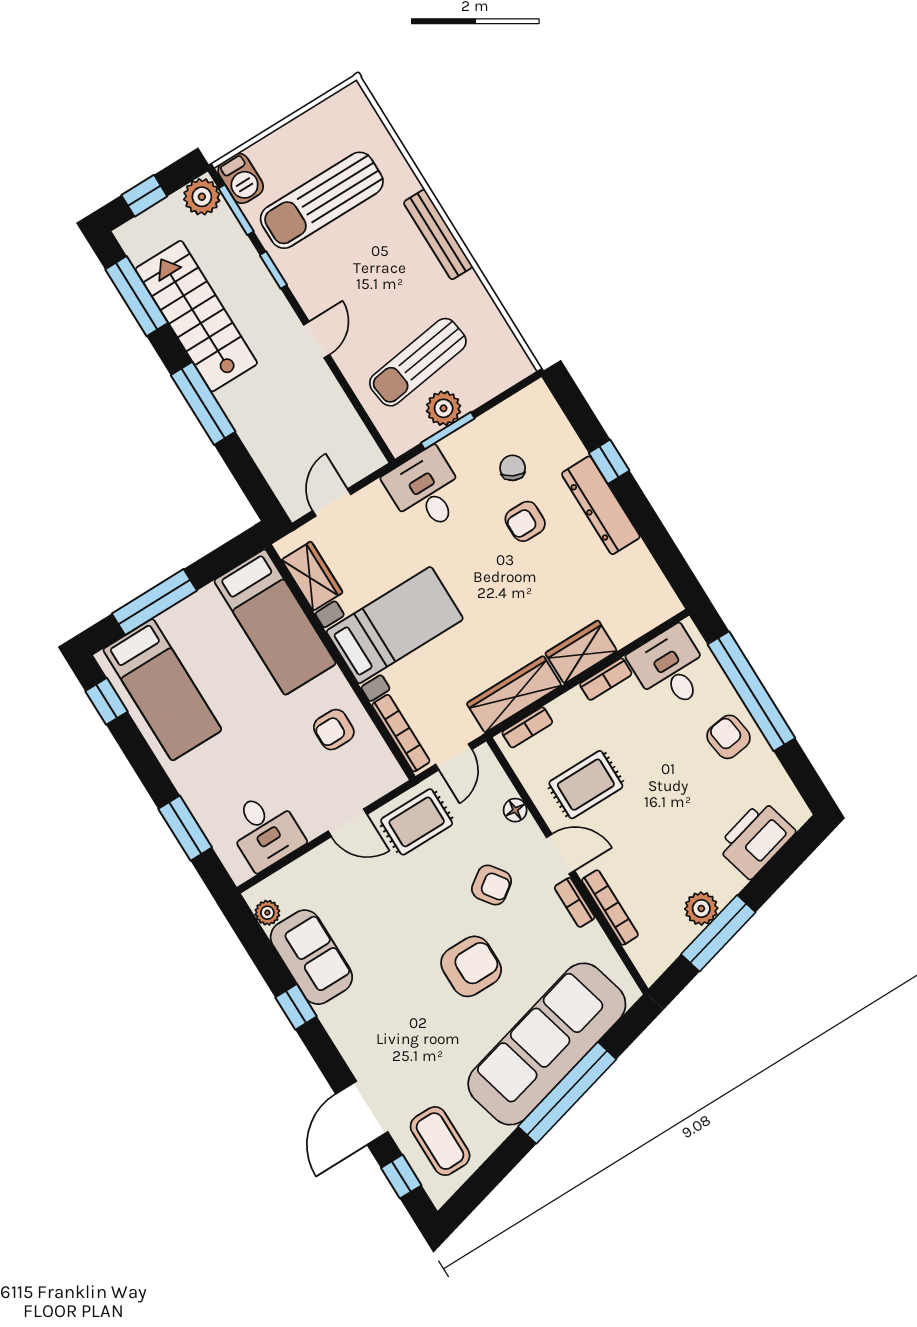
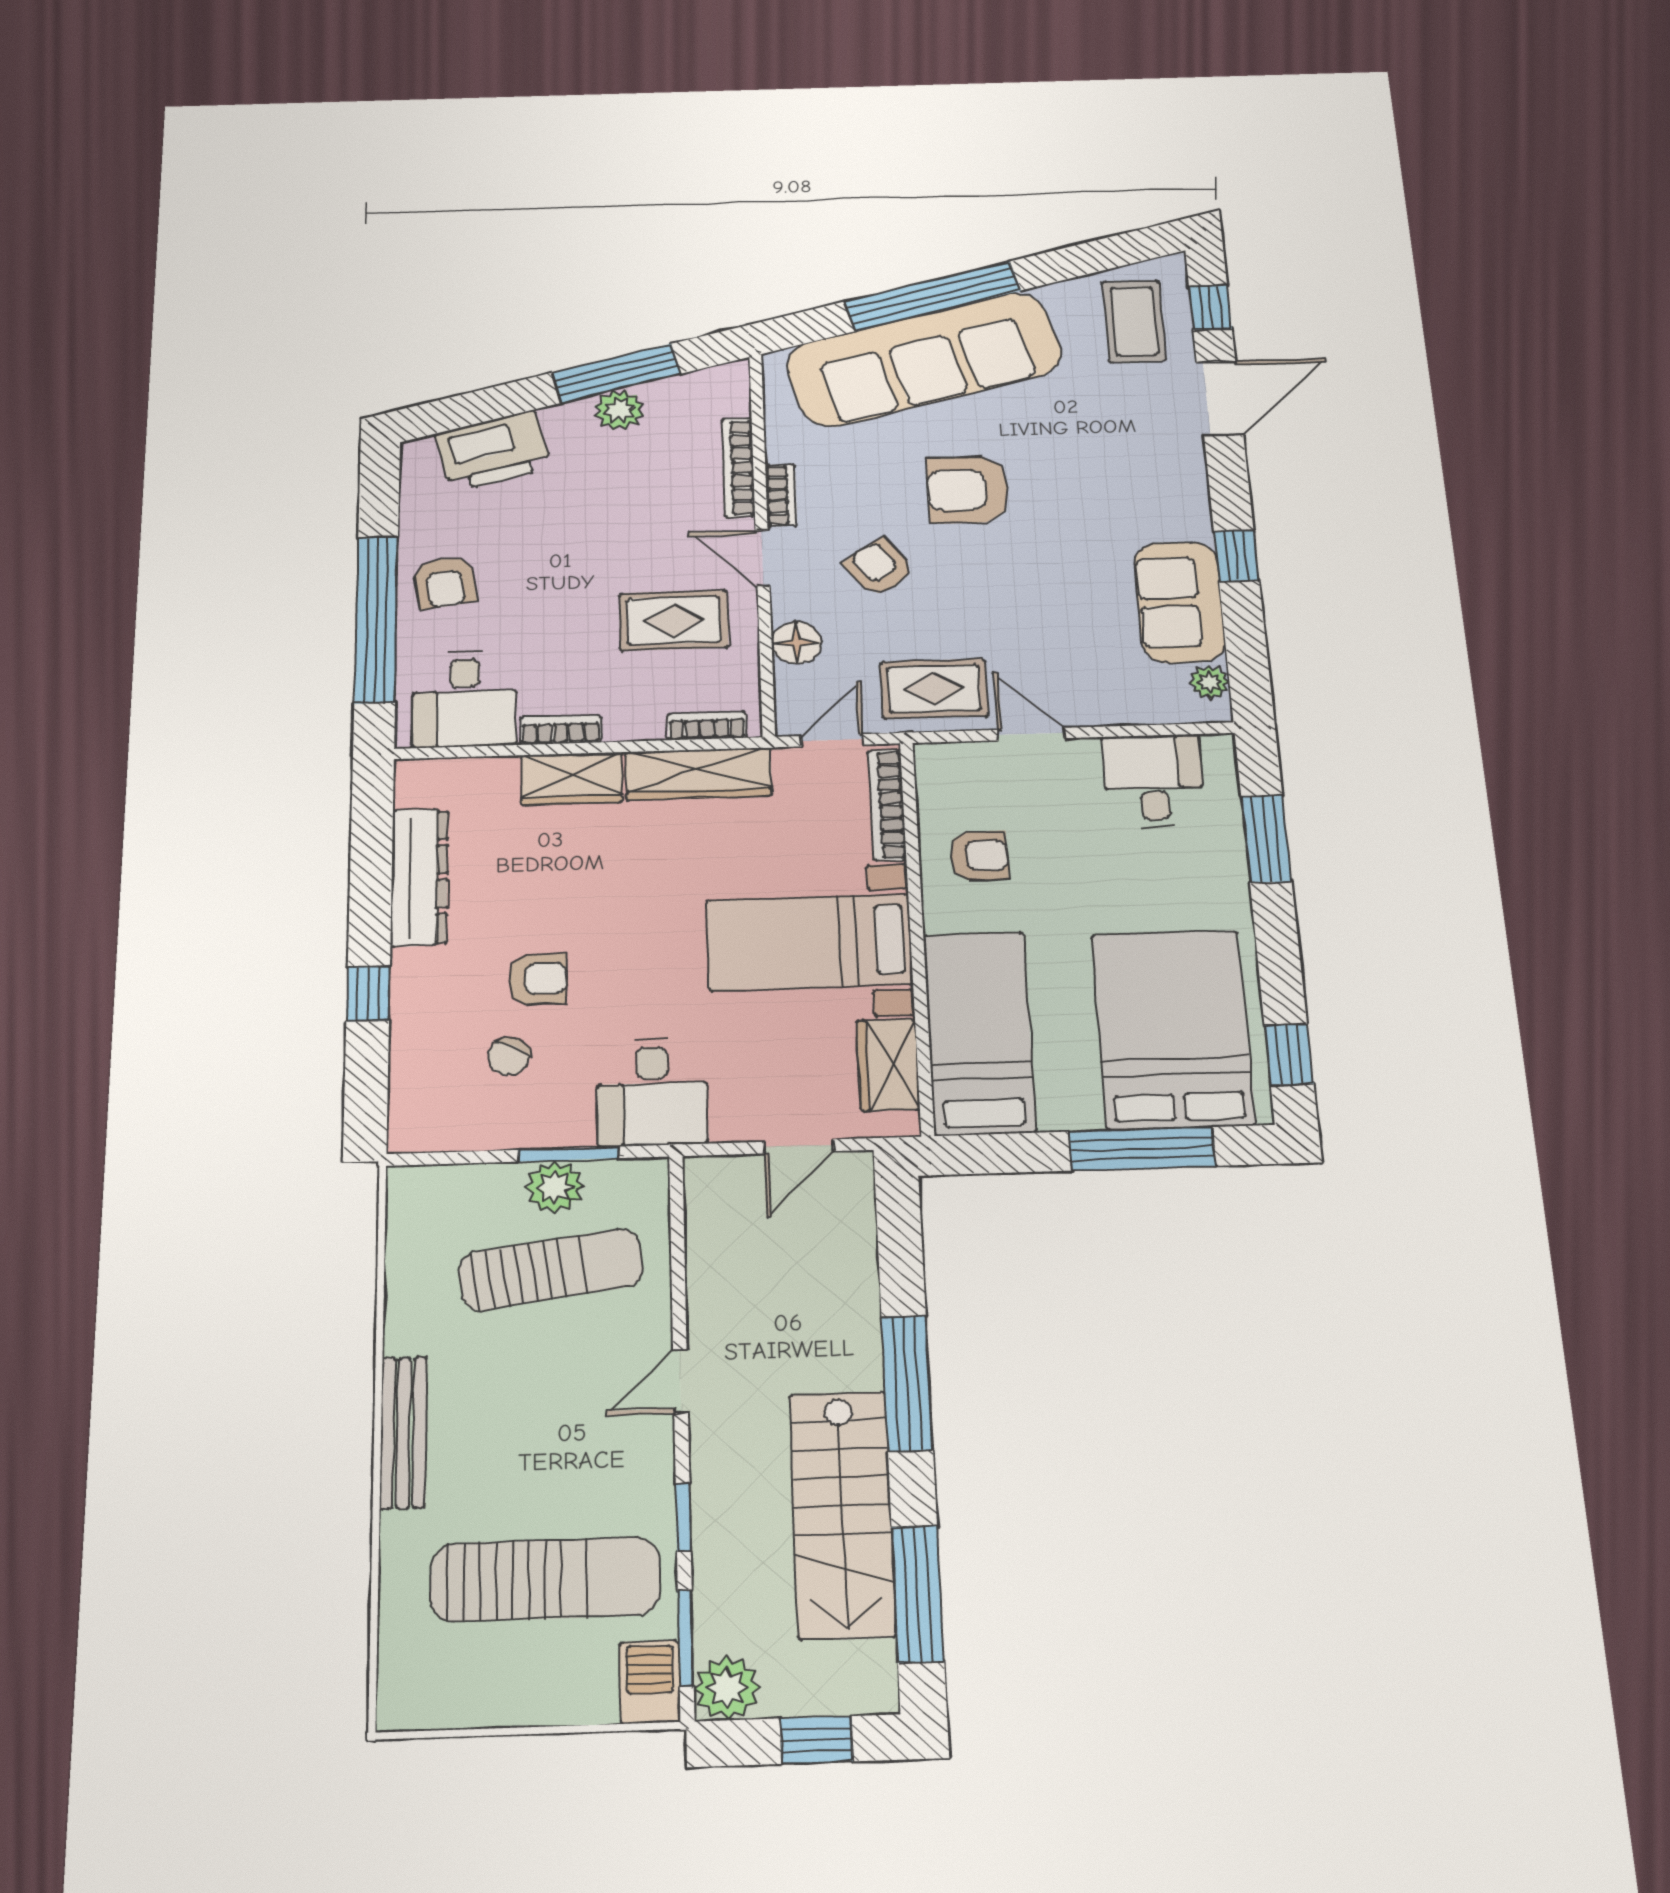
dresser: (601, 505) -> (419, 877), moved
bed: (162, 690) -> (1173, 1029), width x1.50
floor lamp: (515, 810) -> (796, 643), width x1.37, depth x1.37

